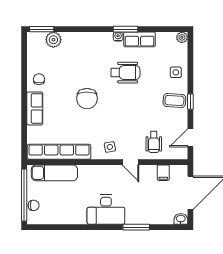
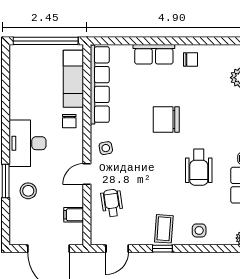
door: (190, 138) -> (117, 249), swing flipped
wheelchair: (154, 142) -> (112, 203), turned 82
chair: (34, 205) -> (69, 121), moved
stool: (144, 209) -> (28, 191), added
washbasin: (181, 219) -> (16, 237), removed

